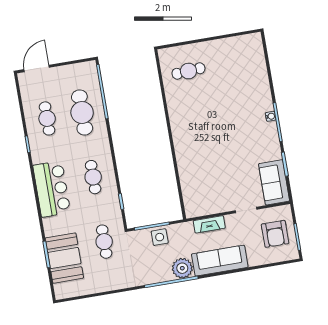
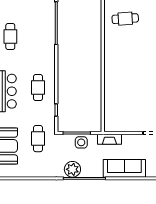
cafe table: (82, 112) -> (38, 36), removed
fireplace: (209, 224) -> (109, 139), moved
plant: (182, 268) -> (72, 169), moved

